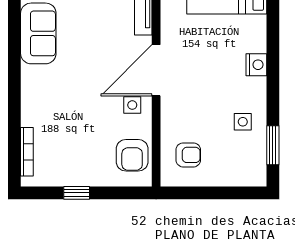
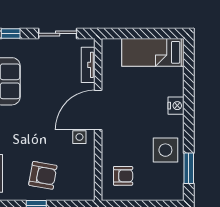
side table: (243, 122) -> (165, 150), width x1.87, depth x1.87
armchair: (132, 155) -> (43, 175), moved, turned -80

